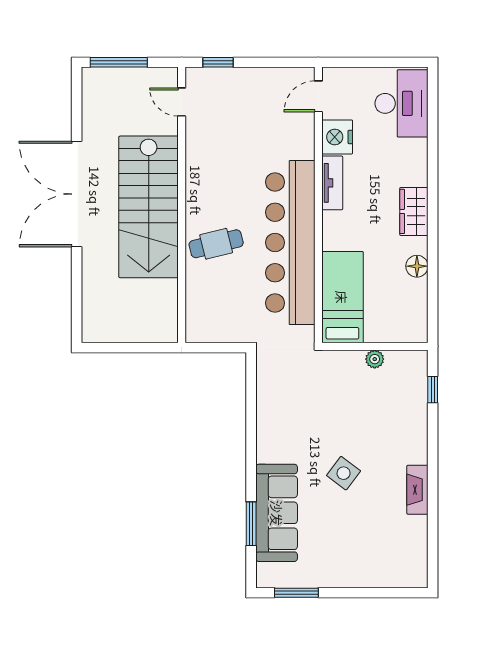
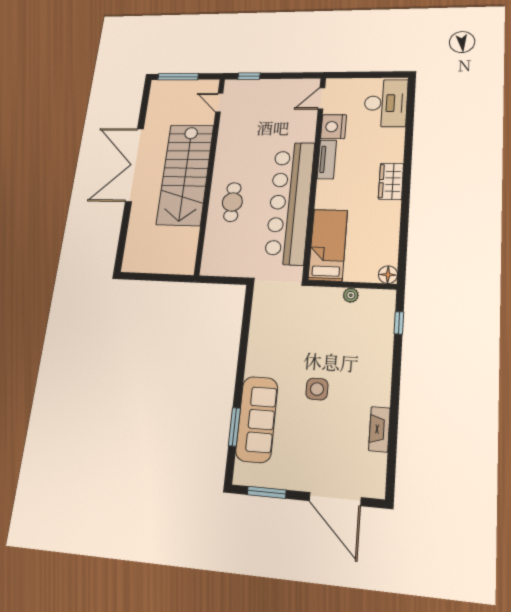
cafe table: (216, 244) -> (232, 202), turned -76
floor lamp: (417, 266) -> (388, 275), moved
side table: (344, 473) -> (317, 389), turned -37
fireplace: (417, 490) -> (379, 429), moved
door: (374, 593) -> (335, 499), added

